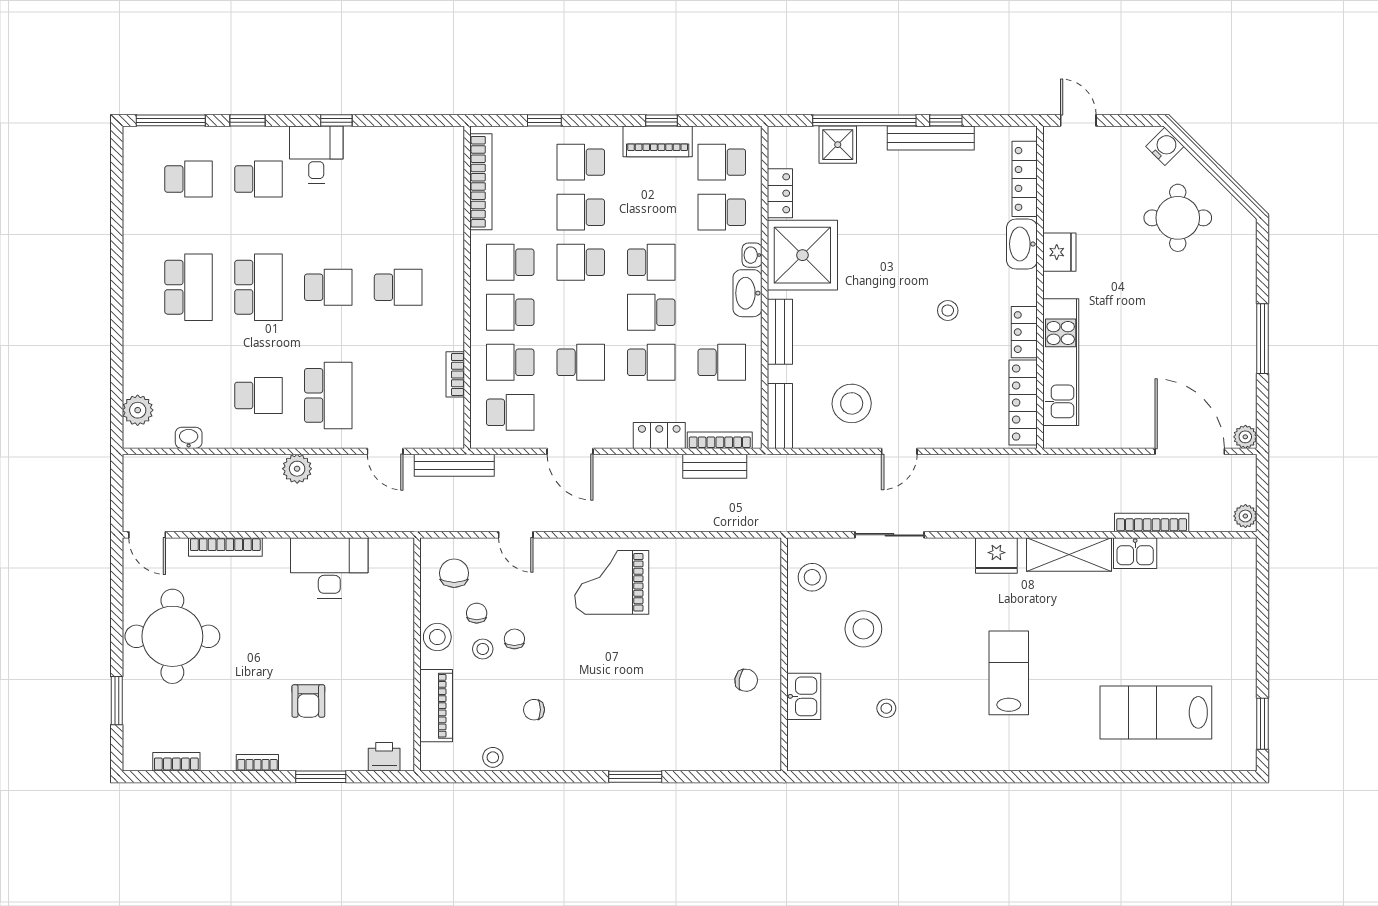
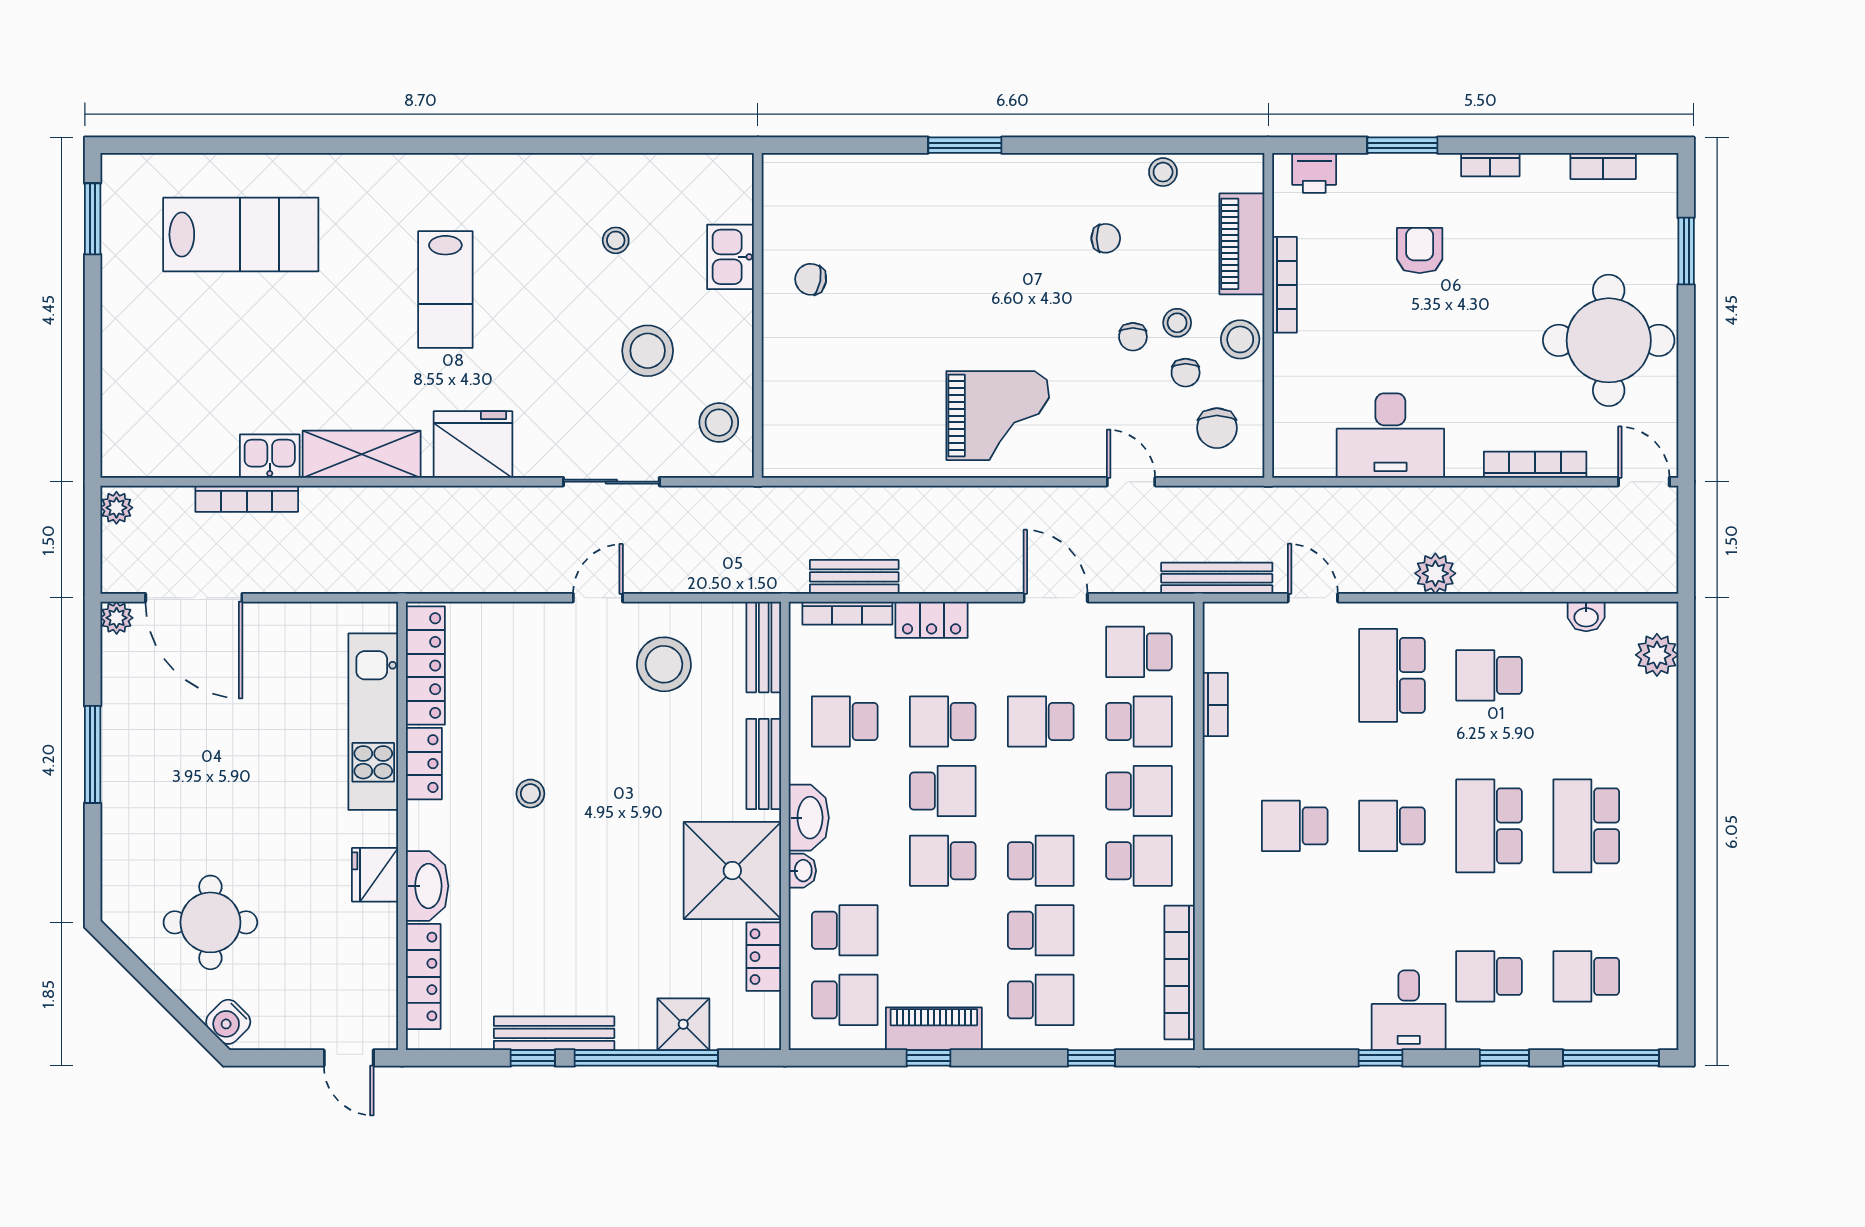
fridge: (996, 555) -> (473, 445), width x1.36, depth x1.34
bookcase: (405, 676) -> (1284, 285), added

